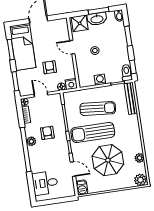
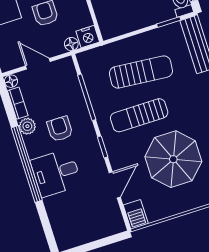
washing machine: (100, 80) -> (137, 21), removed
sun lounger: (93, 133) -> (139, 115), width x0.73, depth x0.75
plant: (31, 141) -> (27, 126), moved
door: (73, 169) -> (115, 185), hinge flipped
desk: (45, 183) -> (56, 173), moved

